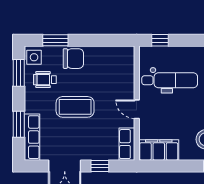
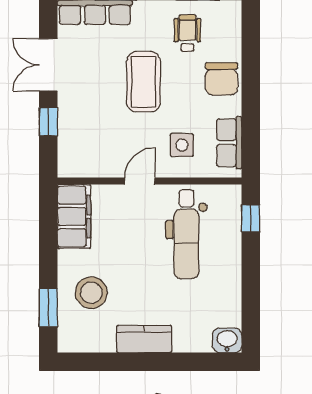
window: (55, 40) -> (251, 50), removed
side table: (34, 57) -> (182, 145), moved
row of seats: (127, 144) -> (229, 143), moved, turned -90

